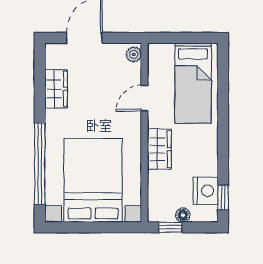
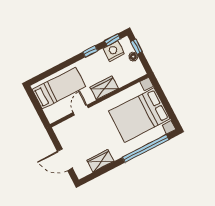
plant: (134, 54) -> (60, 128), removed
door: (144, 98) -> (81, 110), swing flipped
window: (223, 157) -> (90, 51), added
window: (170, 227) -> (136, 47), moved

